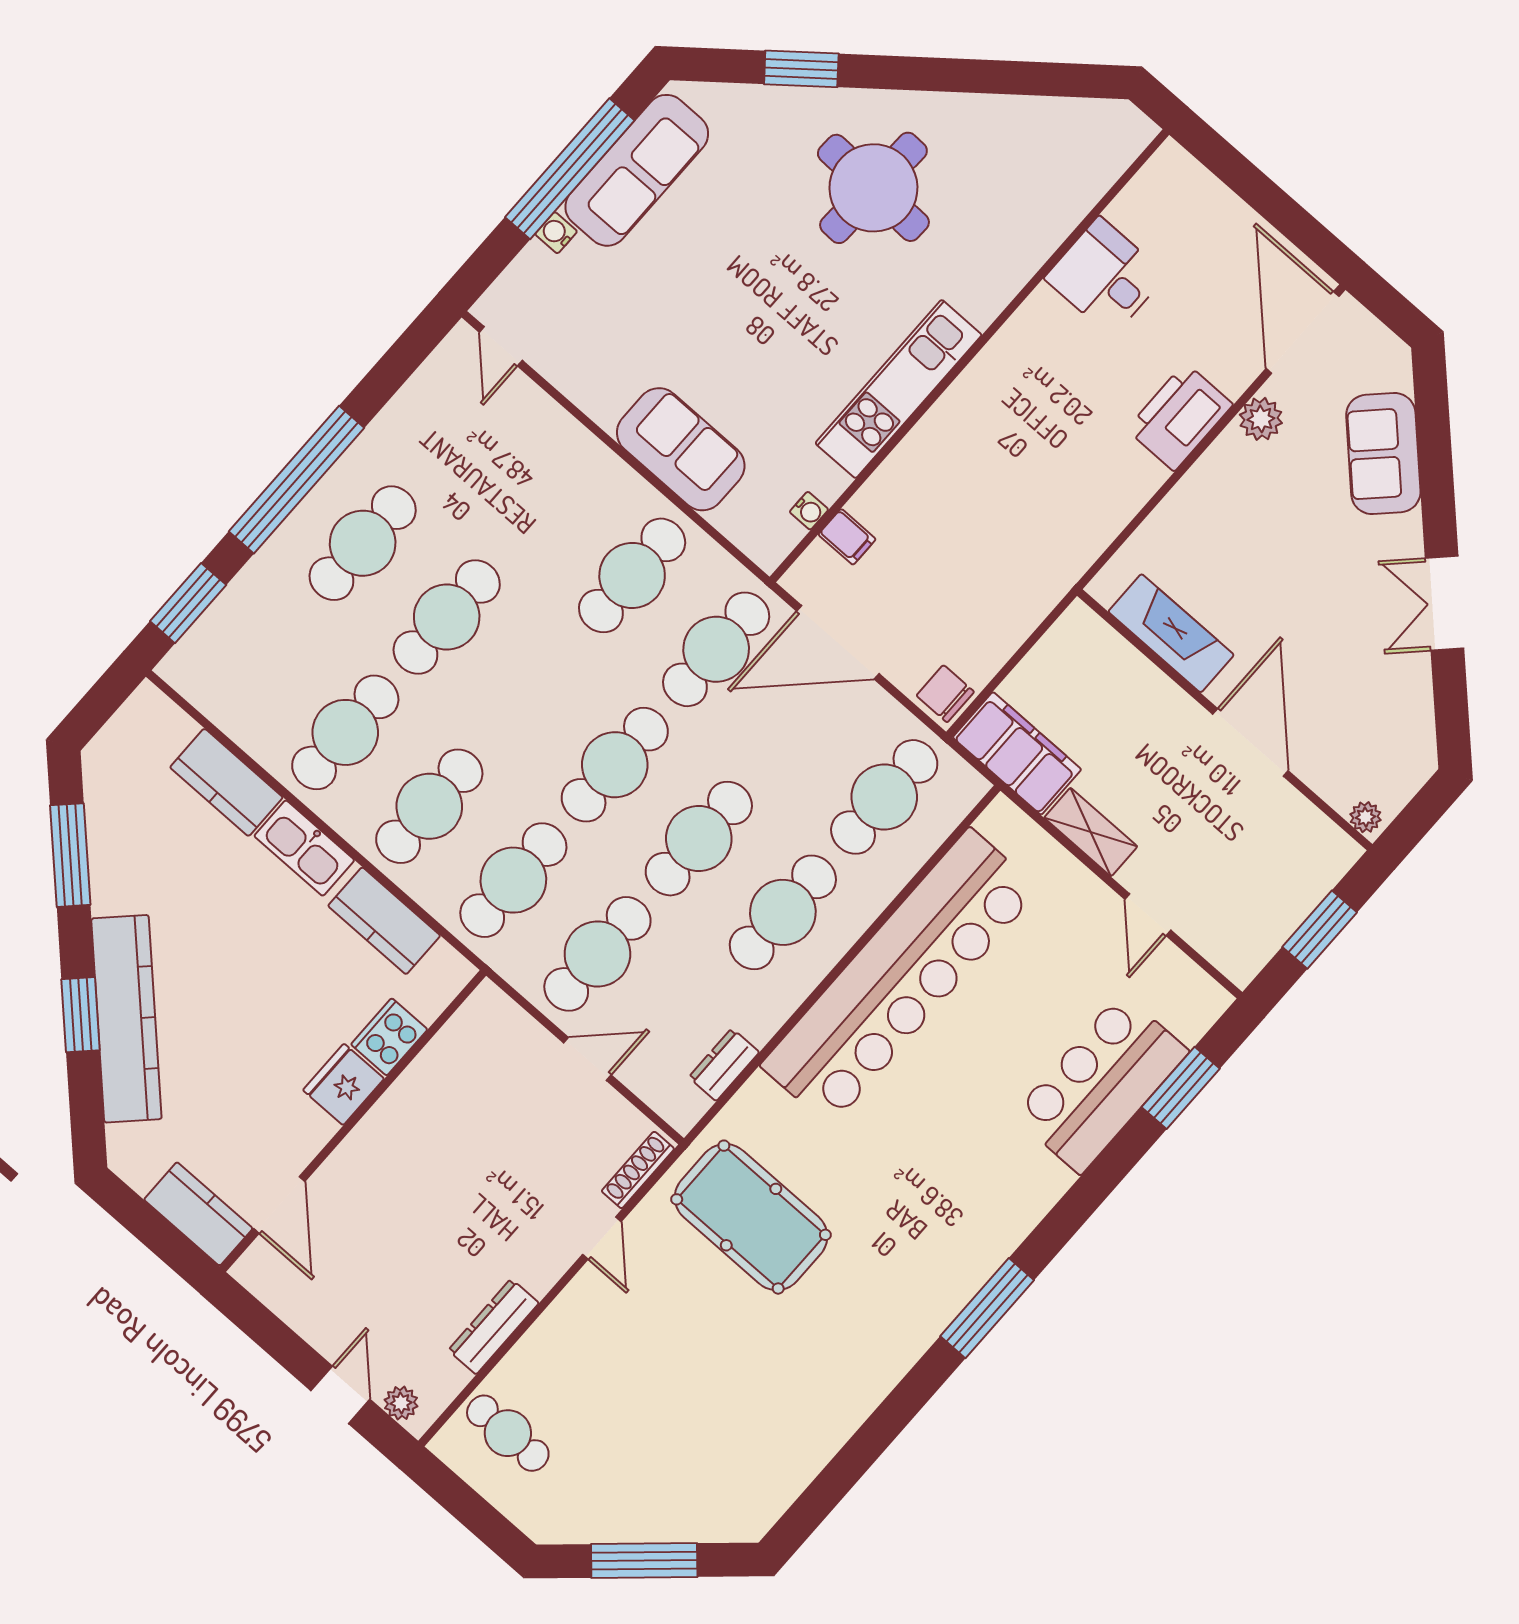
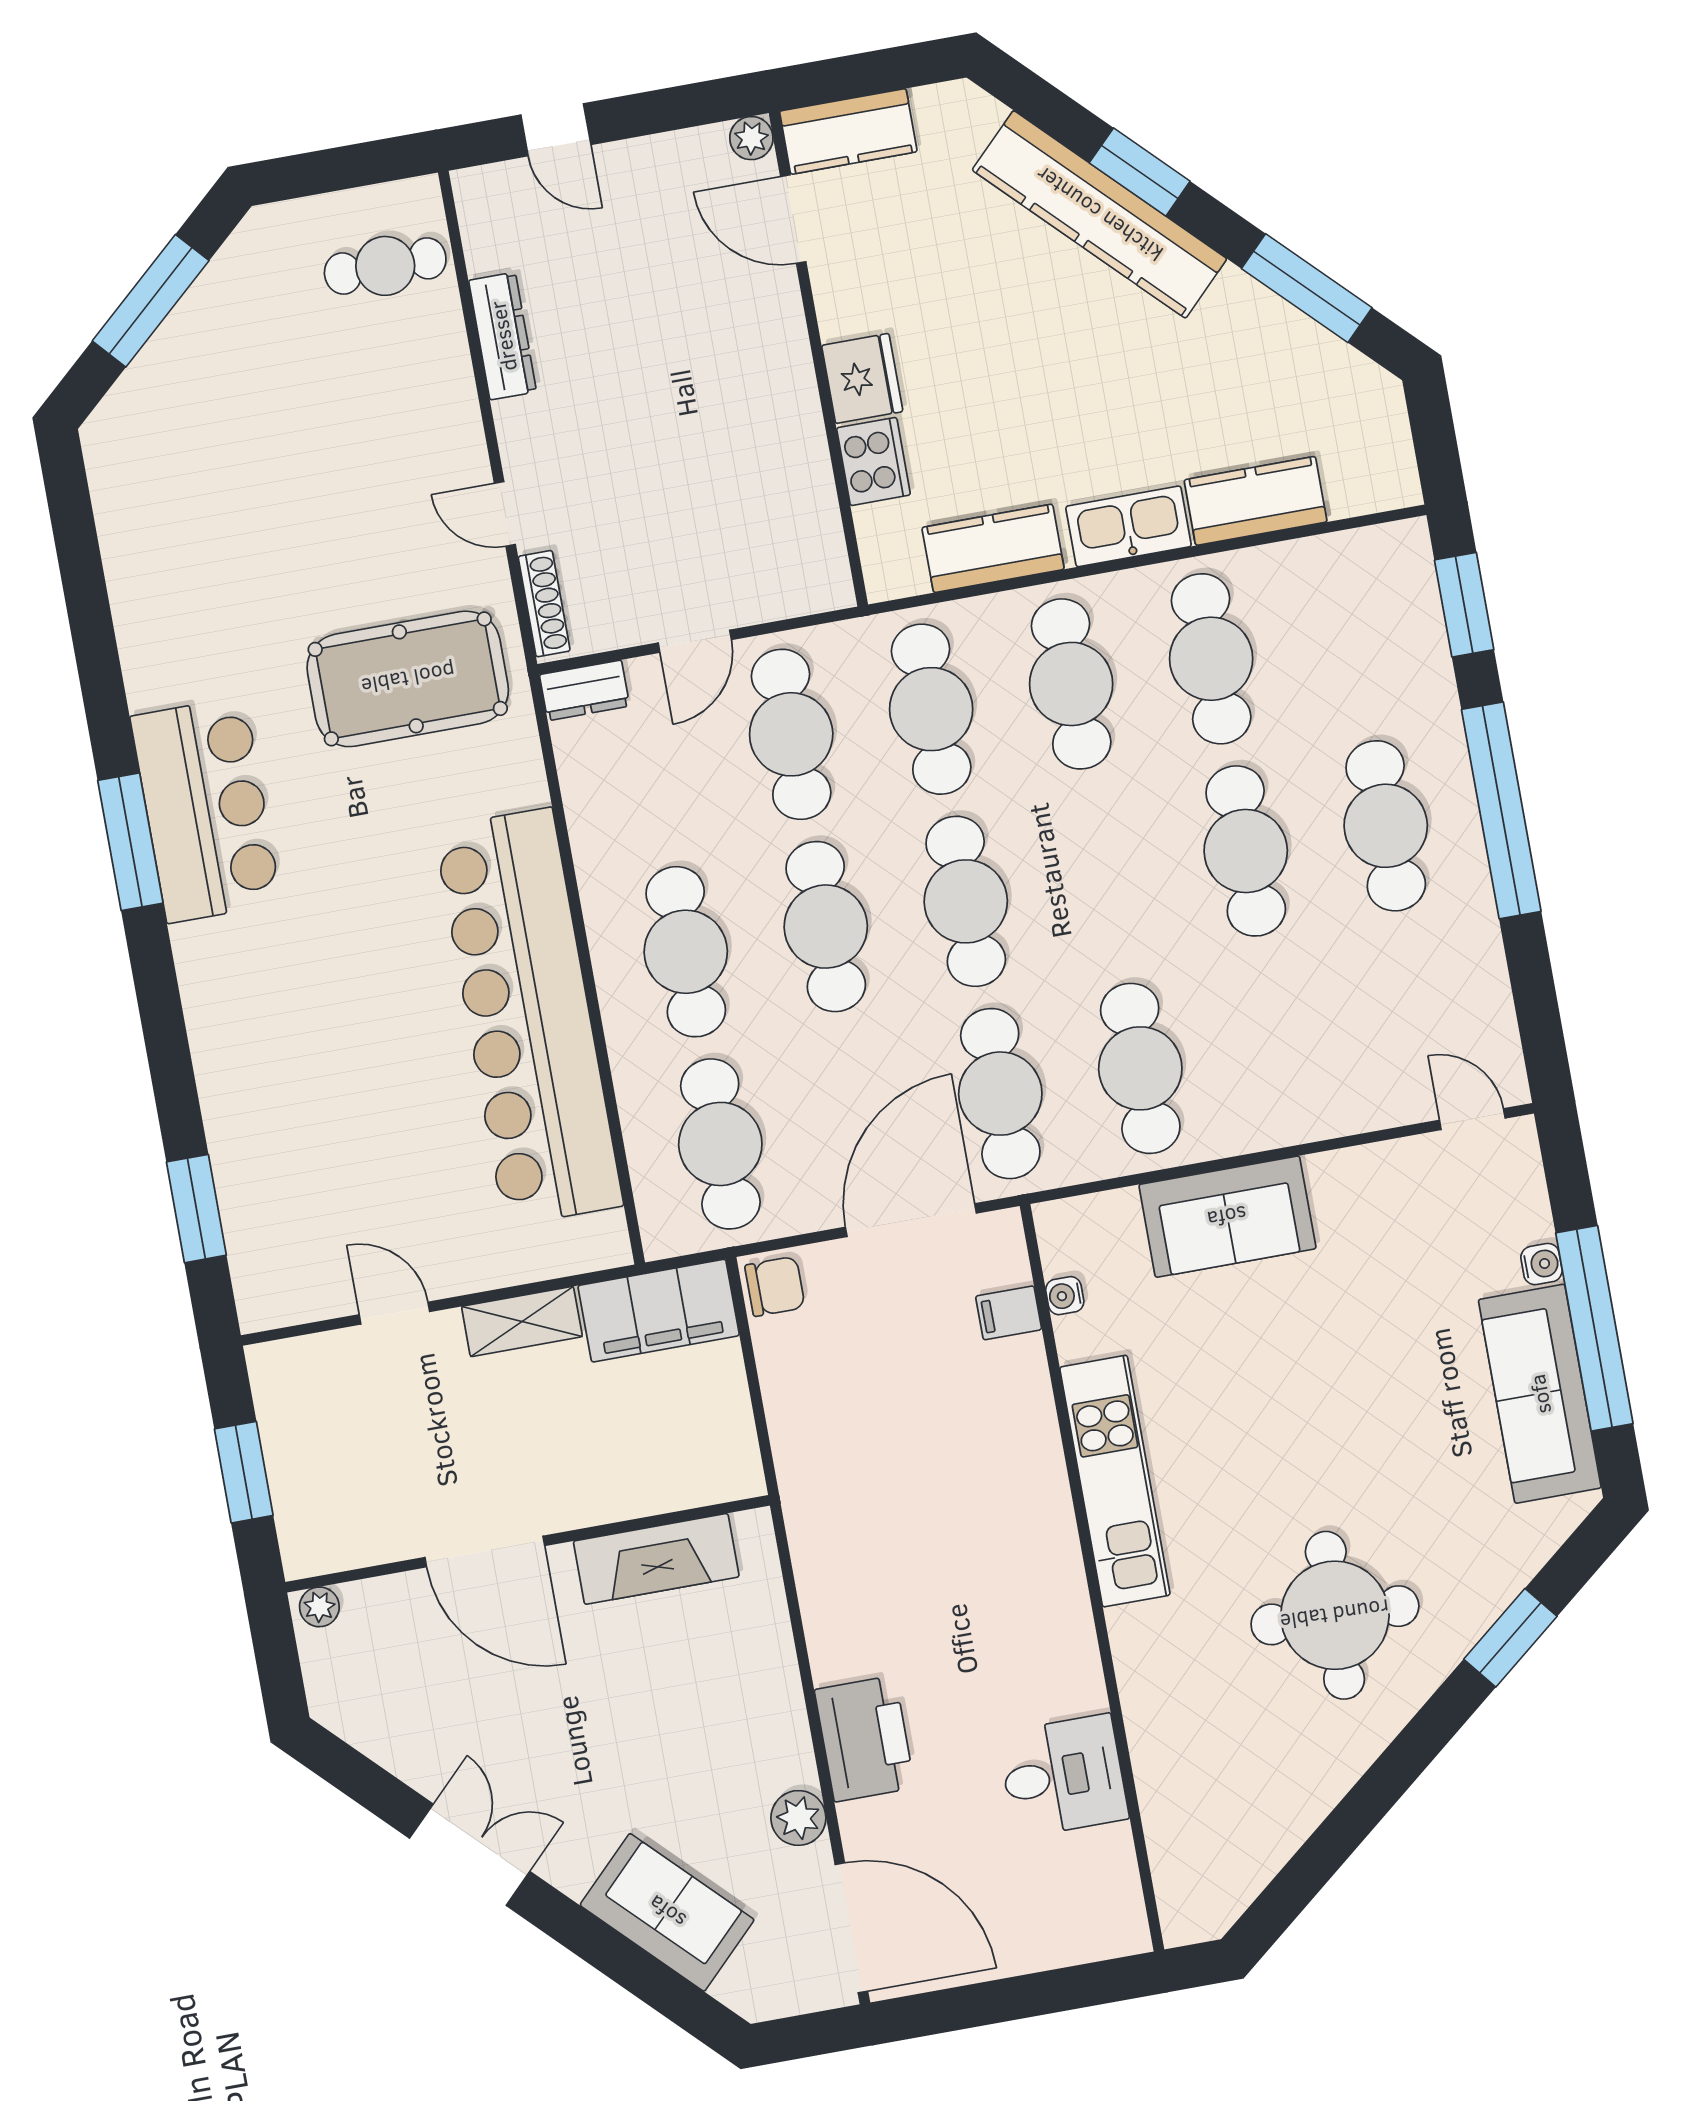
dresser: (724, 1065) -> (585, 690), moved, turned 90
bar counter: (1101, 1083) -> (206, 810), moved
plant: (401, 1403) -> (751, 138), moved

